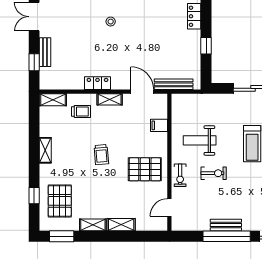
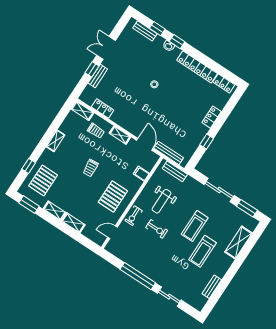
window: (34, 62) -> (92, 69), moved
locker: (97, 83) -> (103, 108), moved
weight bench: (200, 140) -> (162, 201), turned -90
pallet: (145, 169) -> (113, 196), turned 90
bench: (226, 225) -> (175, 171), moved

